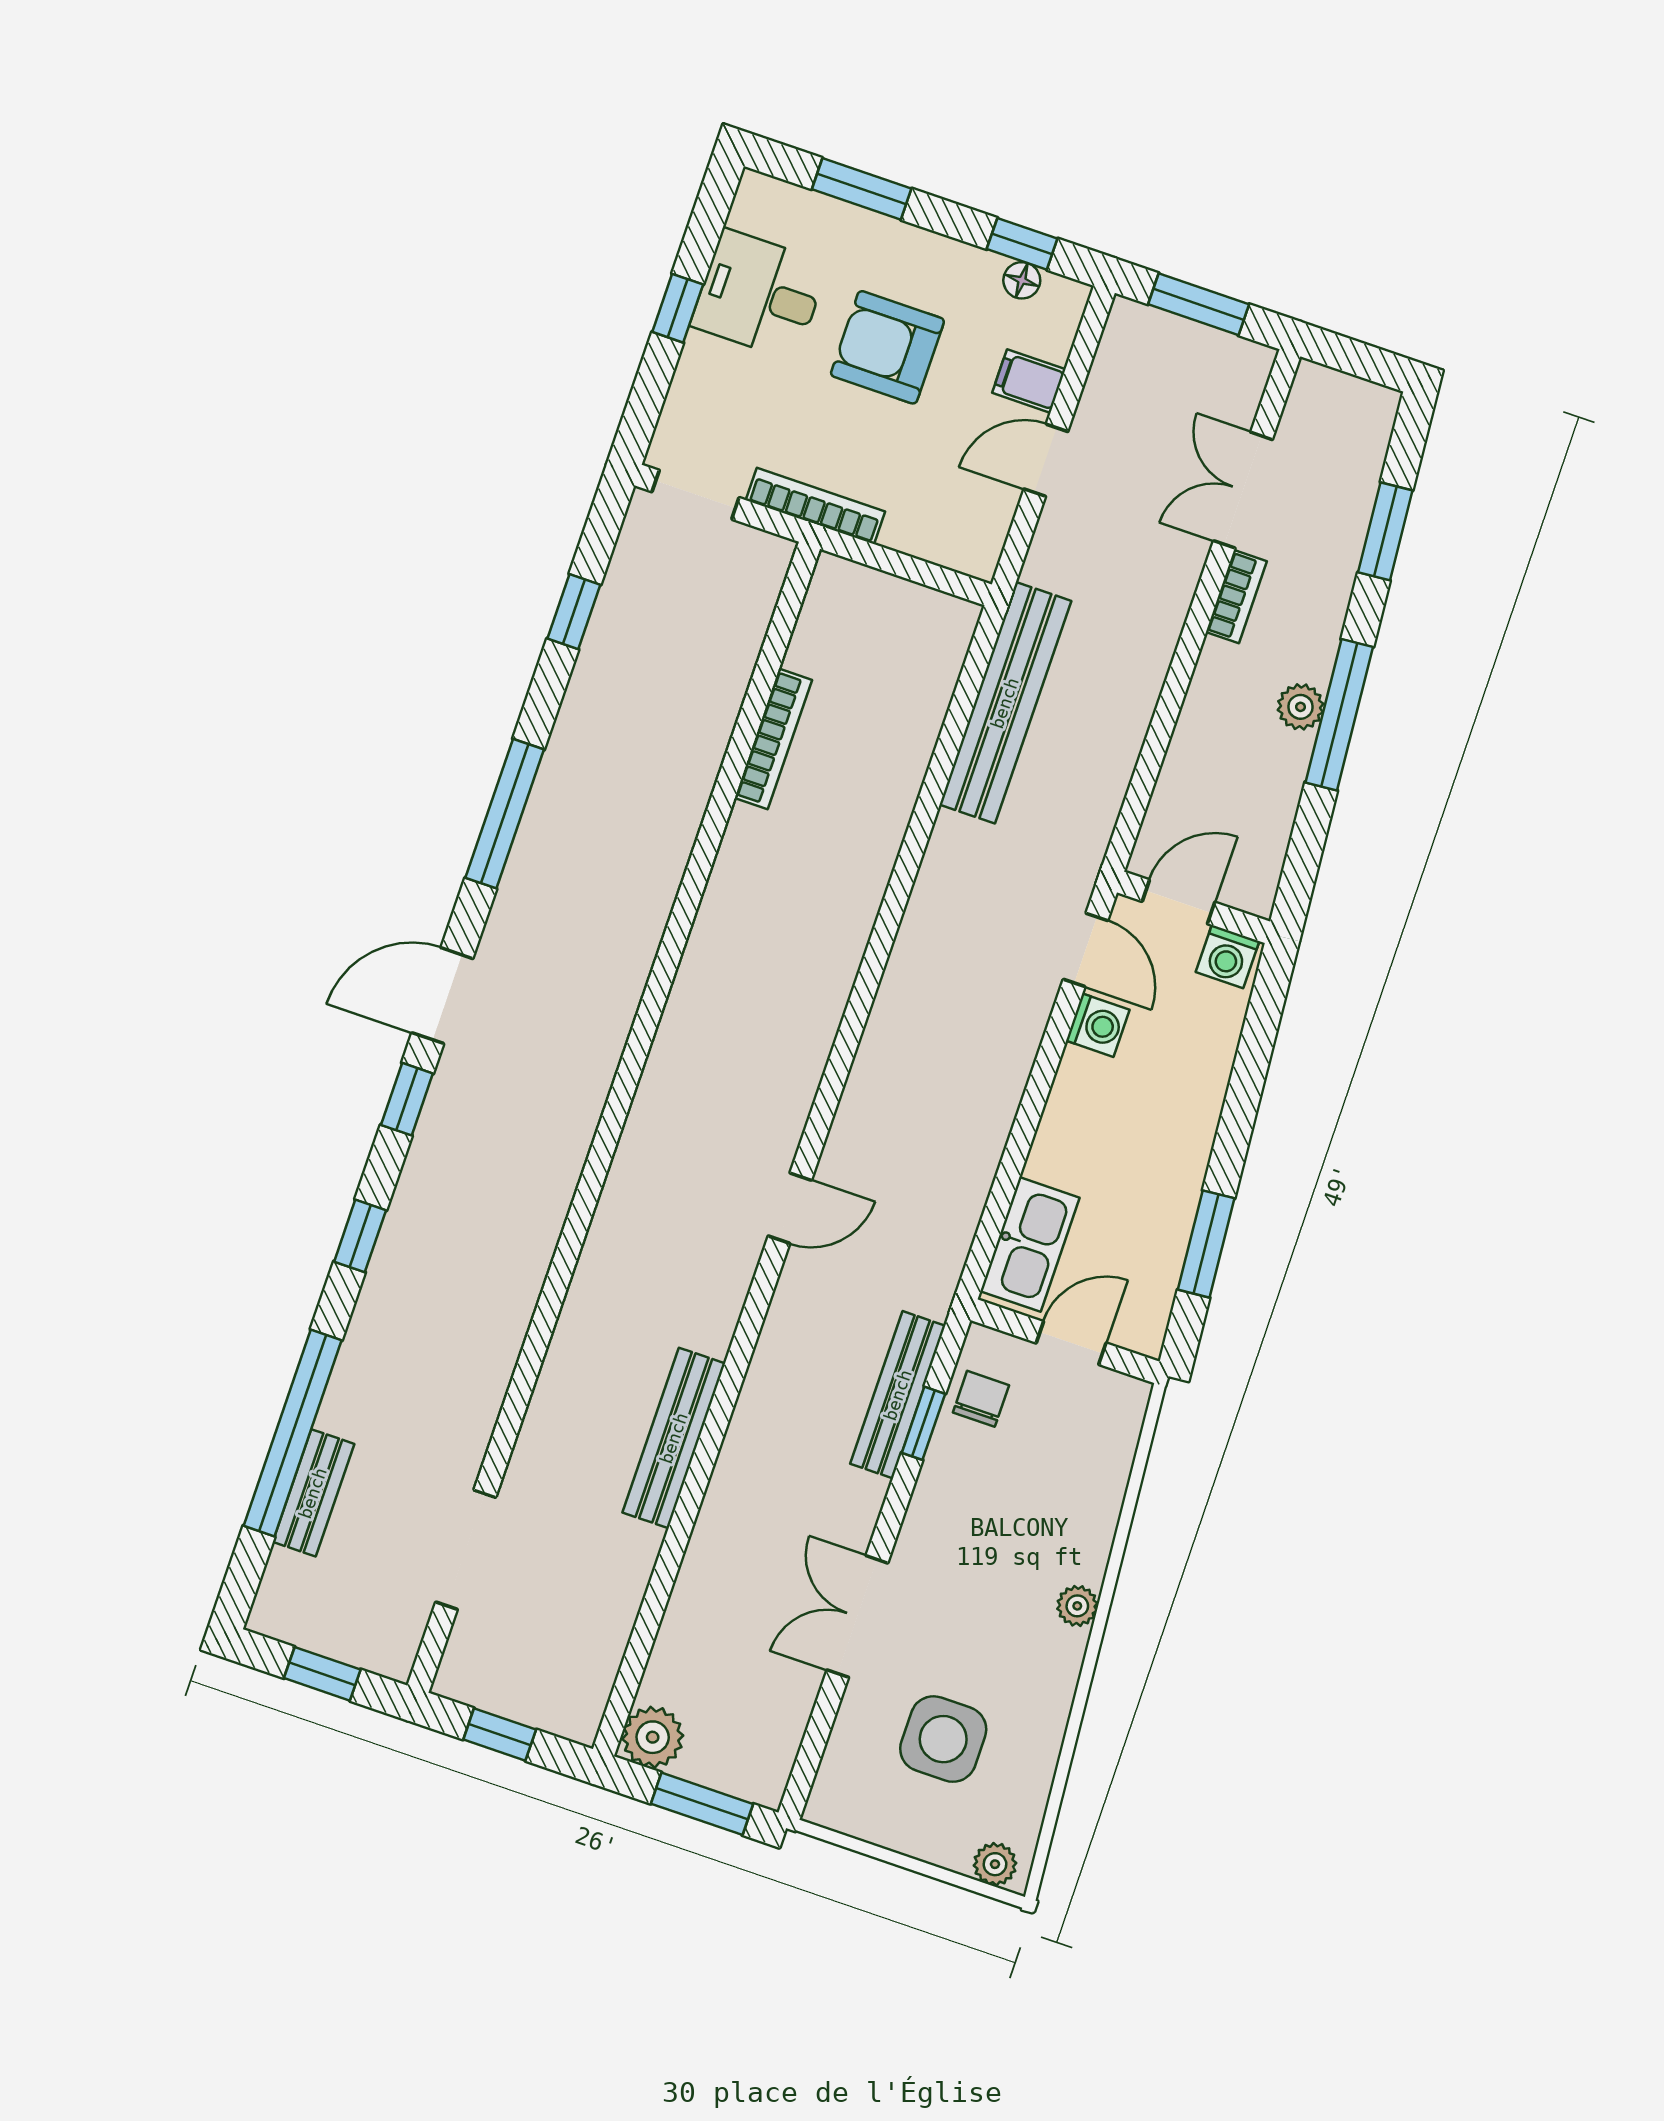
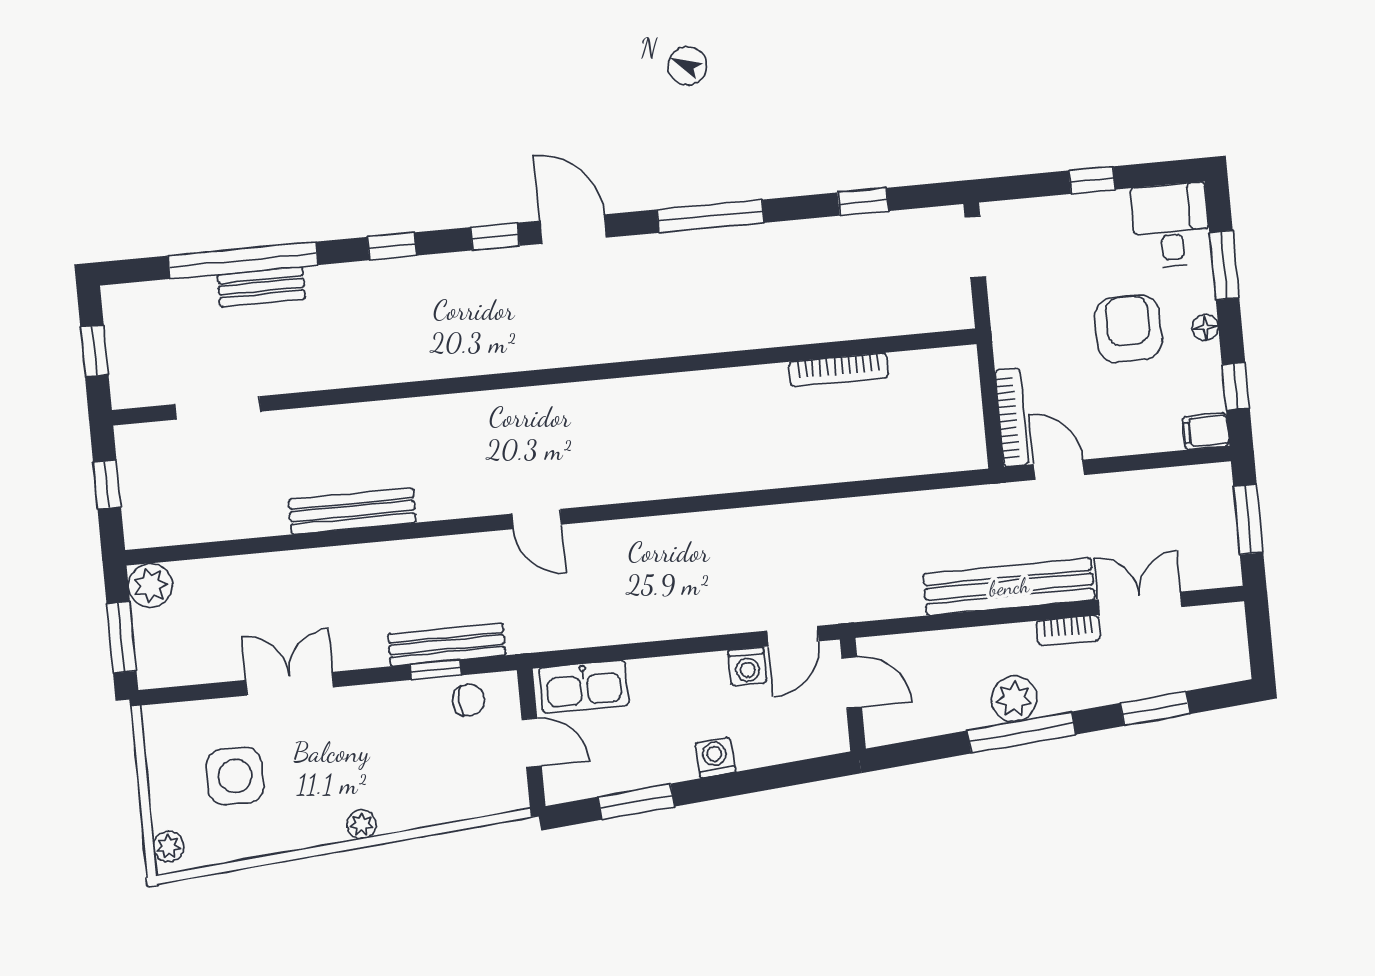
floor lamp: (1022, 280) -> (1205, 327), moved
desk: (759, 294) -> (1171, 225), moved
filing cabinet: (1029, 381) -> (1206, 431), moved, turned -90
door: (1046, 460) -> (1059, 470), moved
bookcase: (815, 506) -> (1012, 417), moved
bench: (1005, 703) -> (1009, 587), moved
plant: (1301, 707) -> (1014, 699), width x1.38, depth x1.38
washing machine: (1228, 957) -> (715, 757), moved, turned 85
bench: (313, 1493) -> (261, 287), moved

